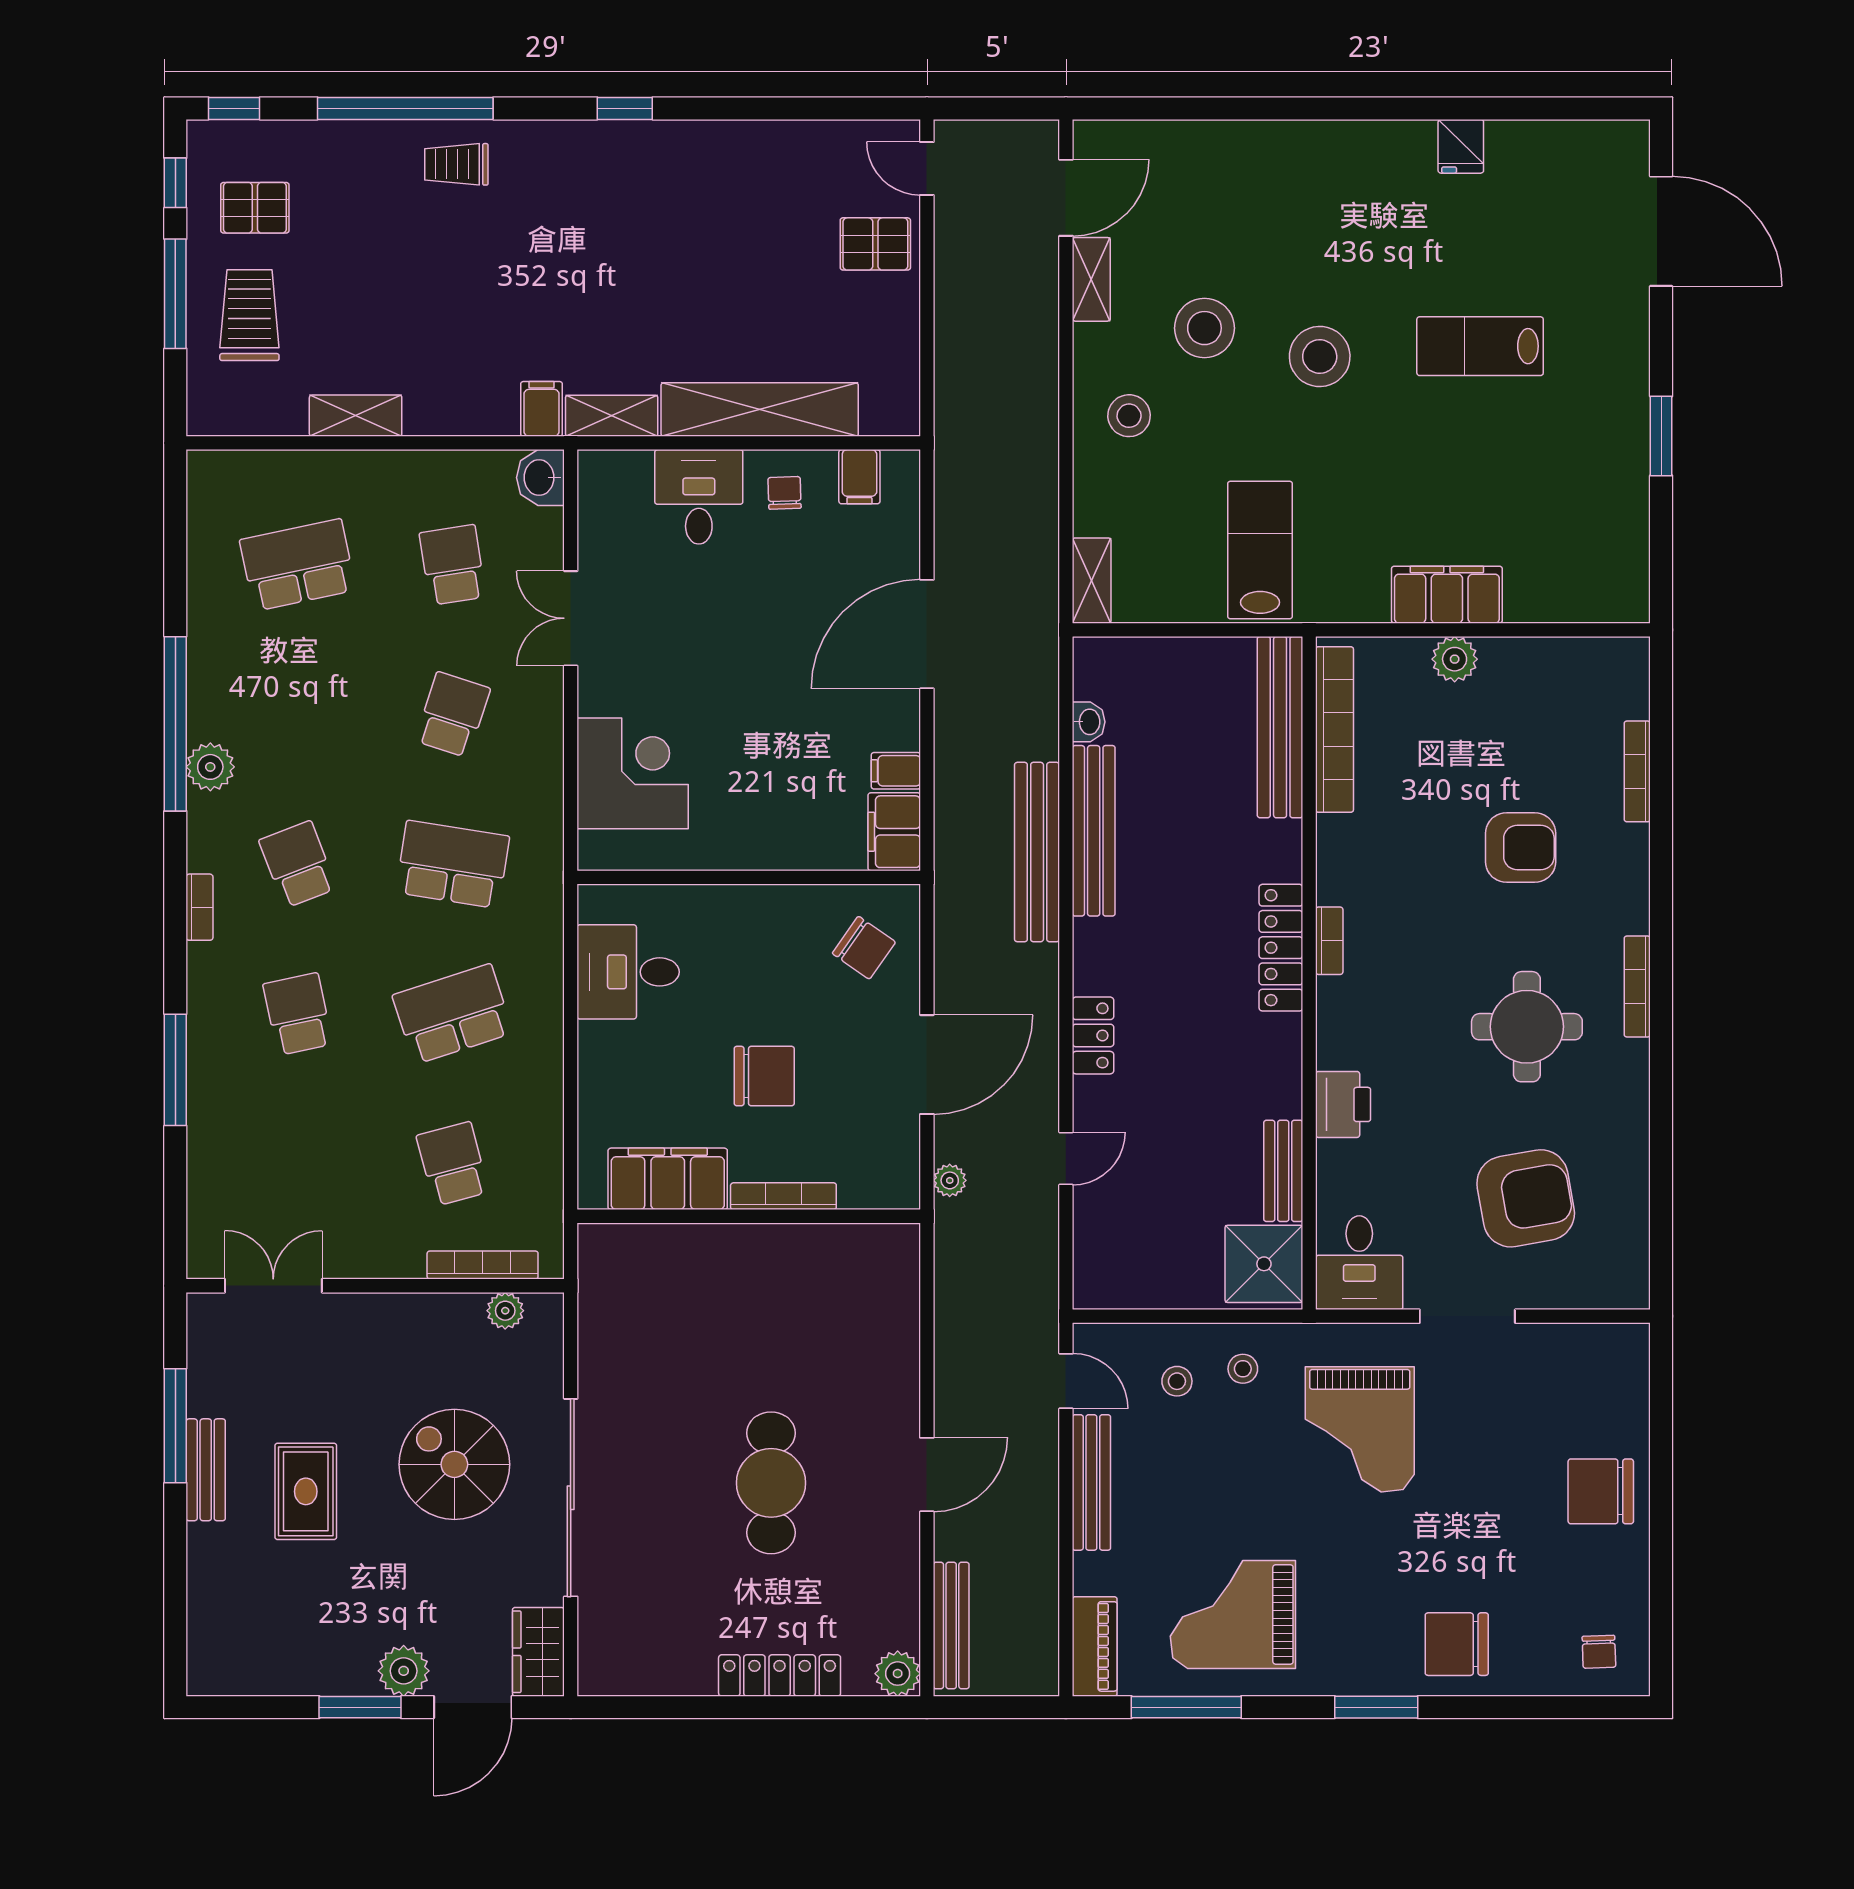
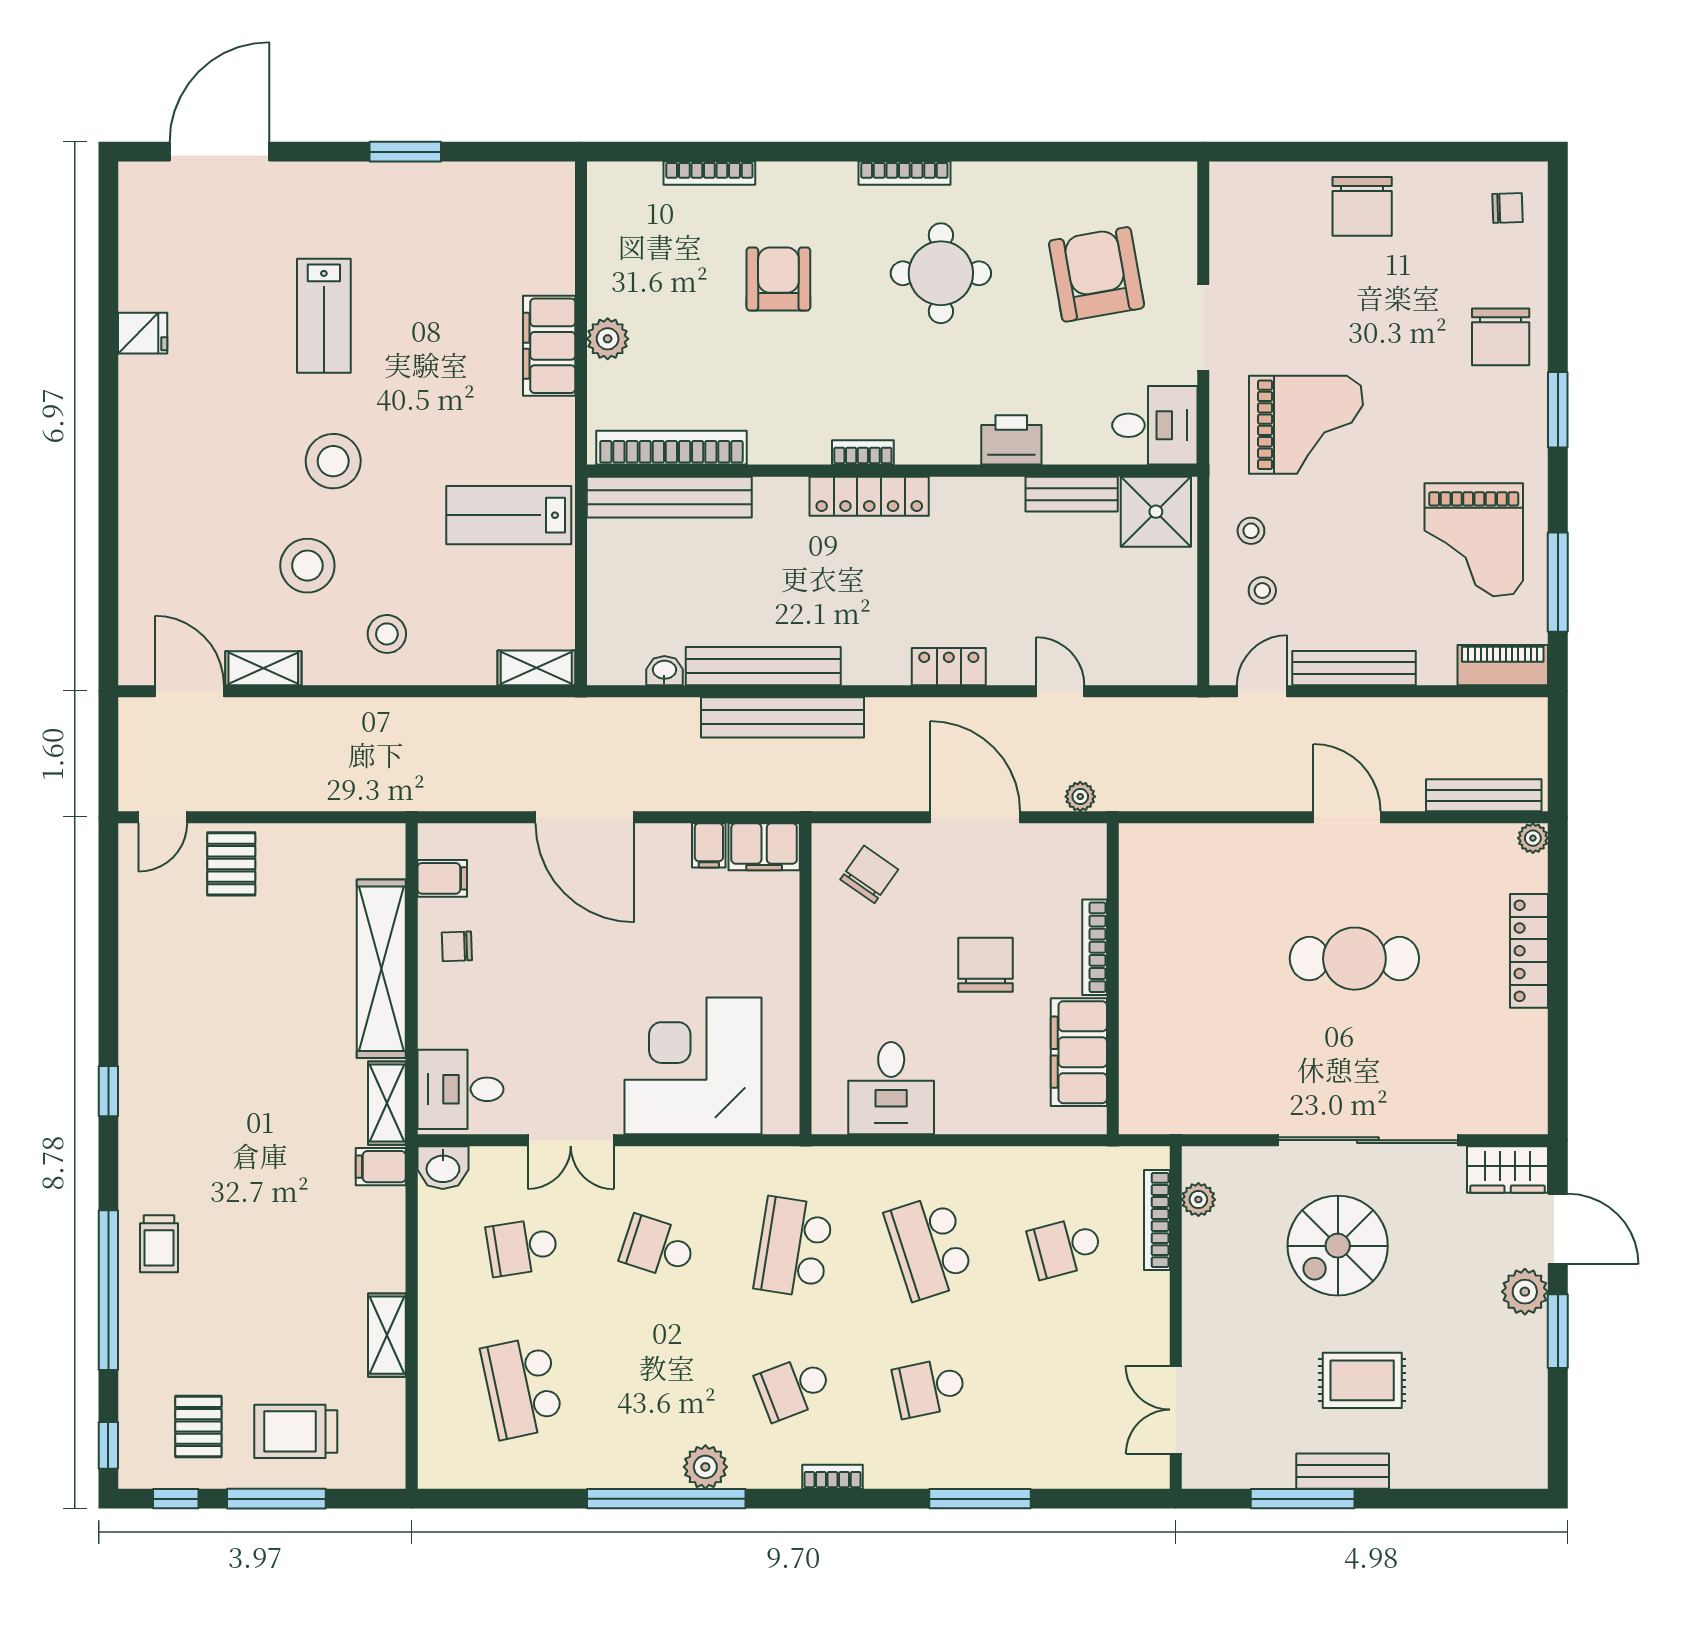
desk: (699, 497) -> (460, 1089), moved
corner desk: (633, 773) -> (693, 1066), width x1.36, depth x1.36
plant: (898, 1674) -> (1533, 838), width x0.73, depth x0.73

